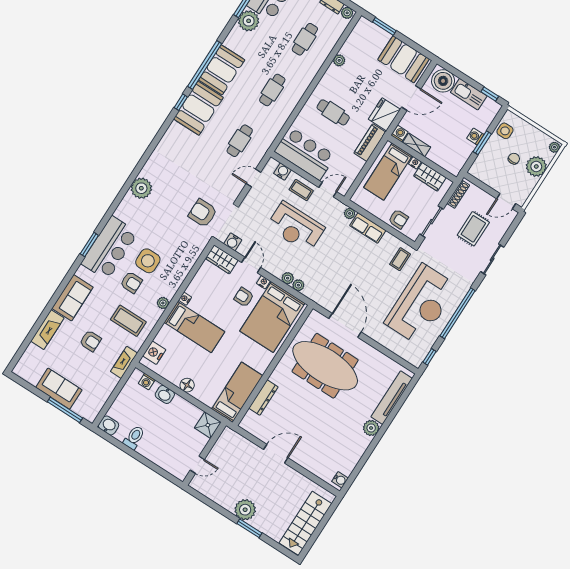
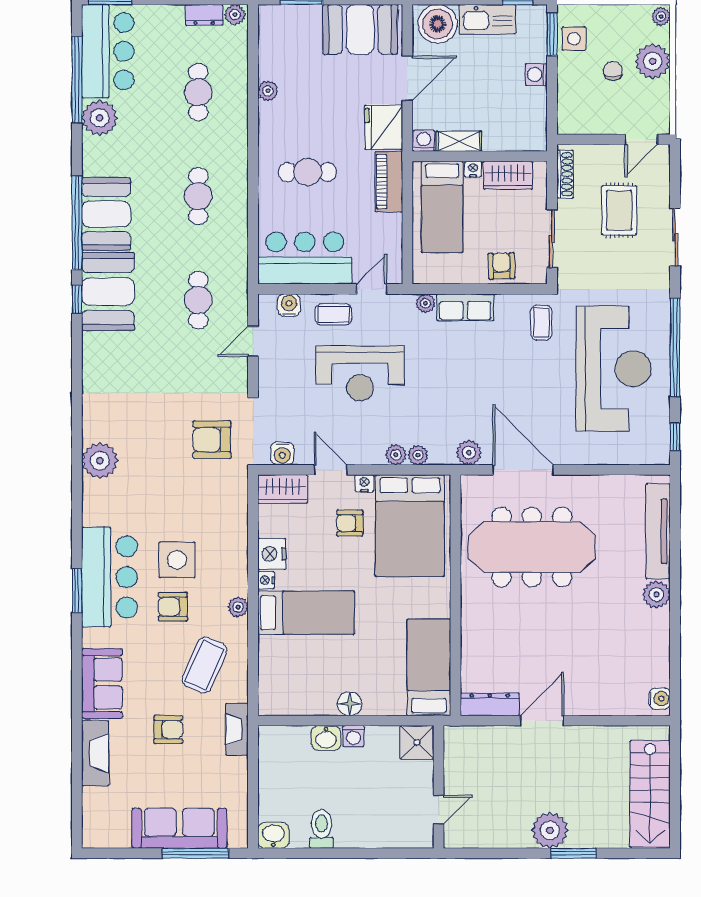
window: (482, 143) -> (552, 34), moved
armchair: (398, 219) -> (502, 266), turned -92
armchair: (131, 282) -> (173, 607), turned 180
plant: (324, 300) -> (469, 453), added
coffee table: (128, 321) -> (204, 665), turned -66
nightstand: (154, 353) -> (272, 554), moved
washing machine: (147, 382) -> (353, 736), moved
sofa: (59, 389) -> (179, 828), width x1.36
dresser: (263, 398) -> (490, 704), moved, turned -90

